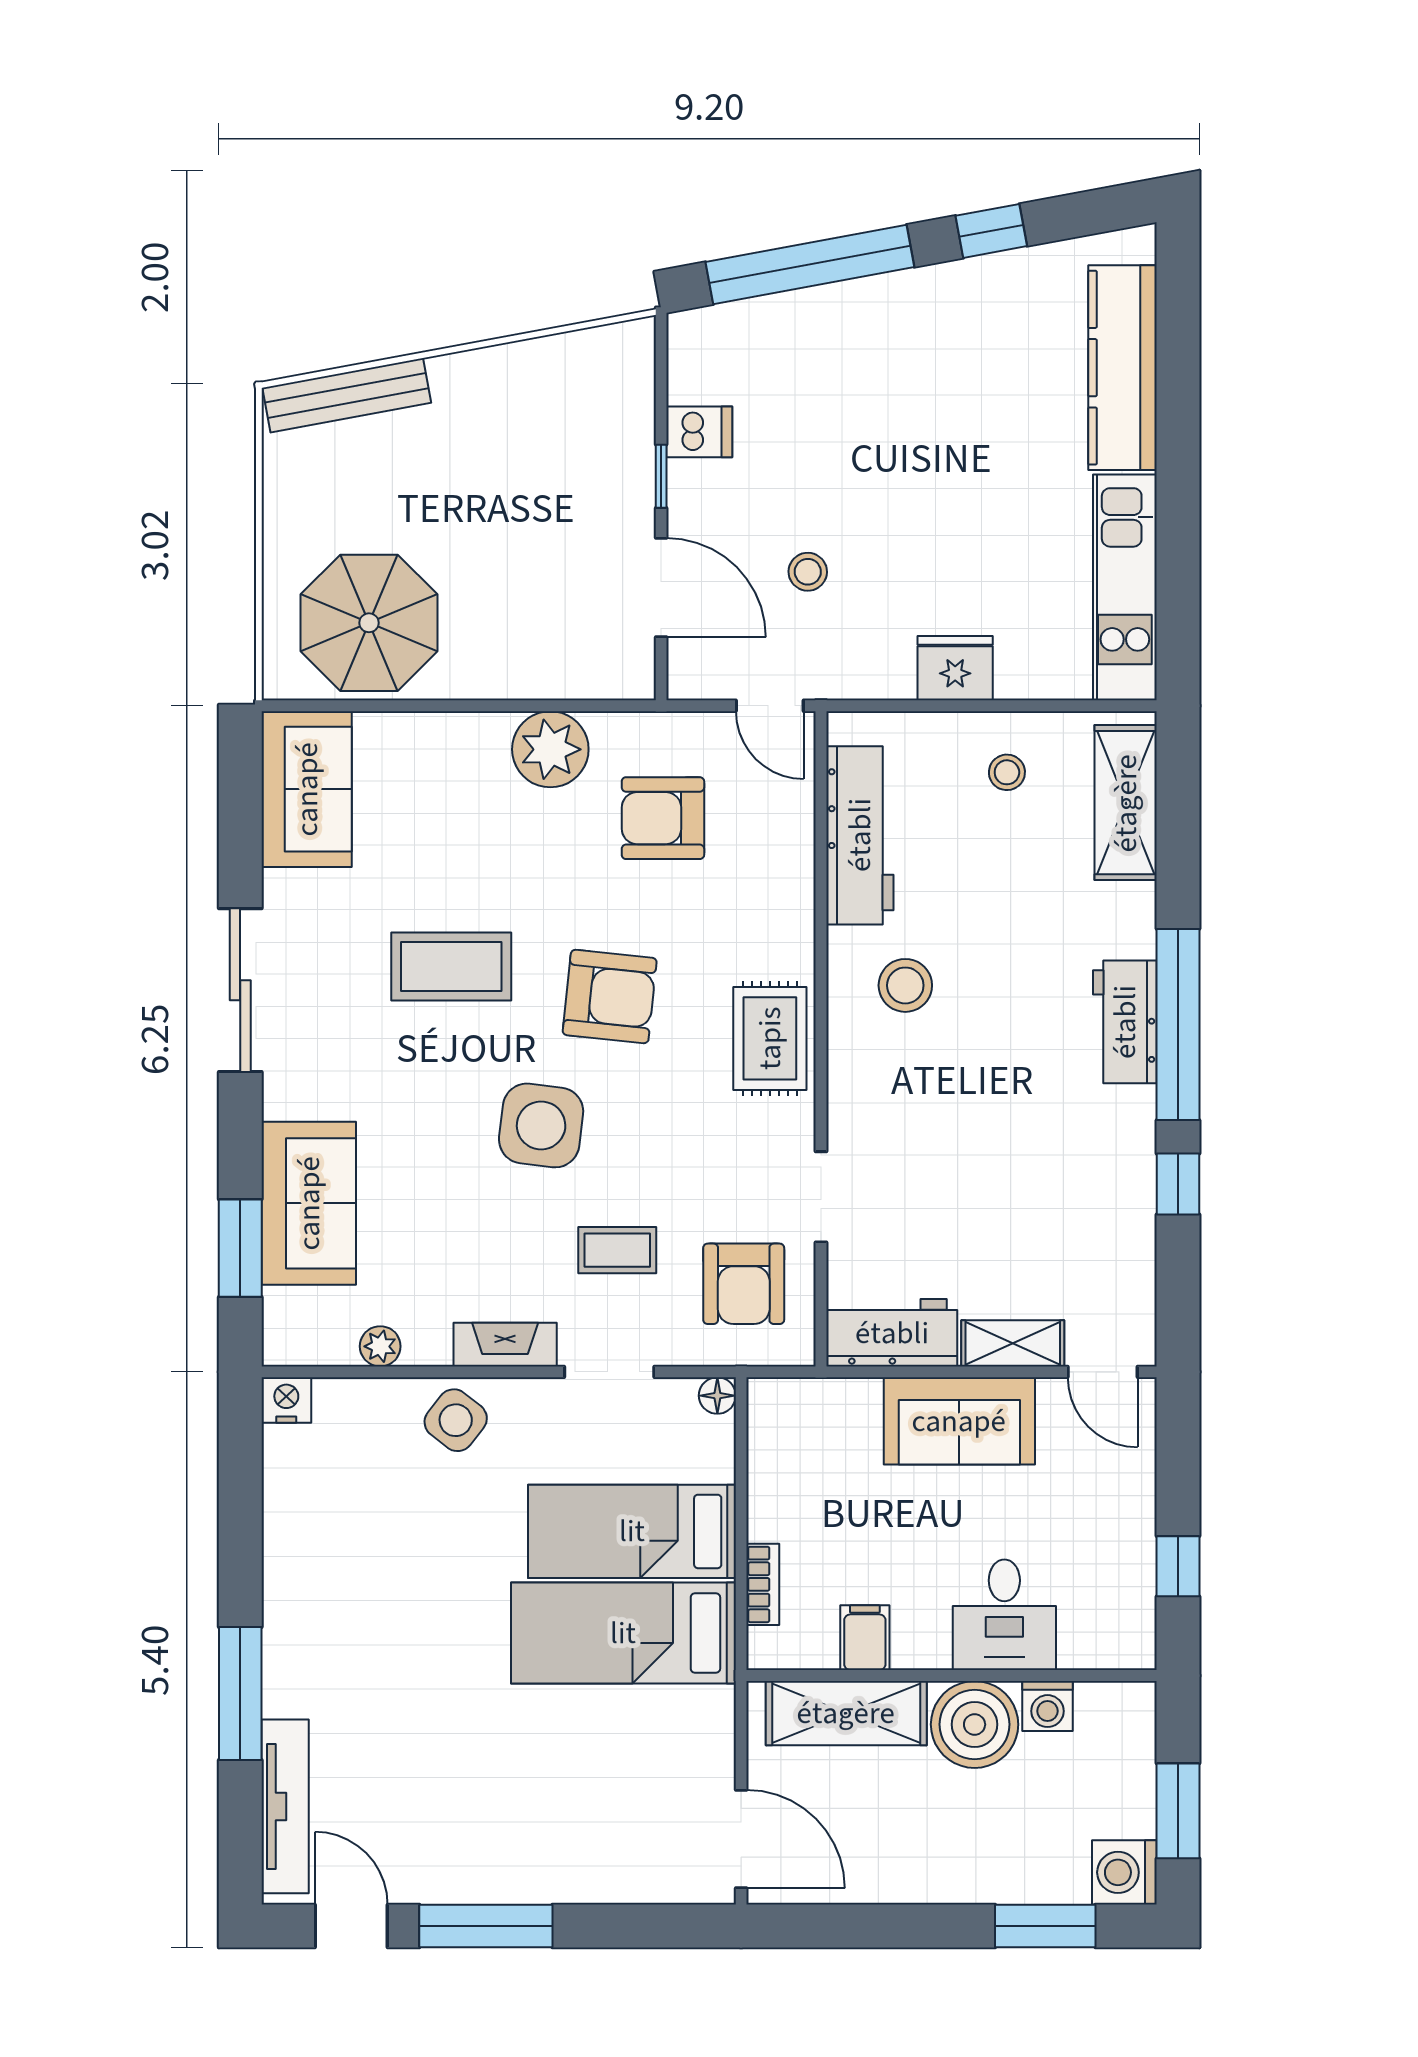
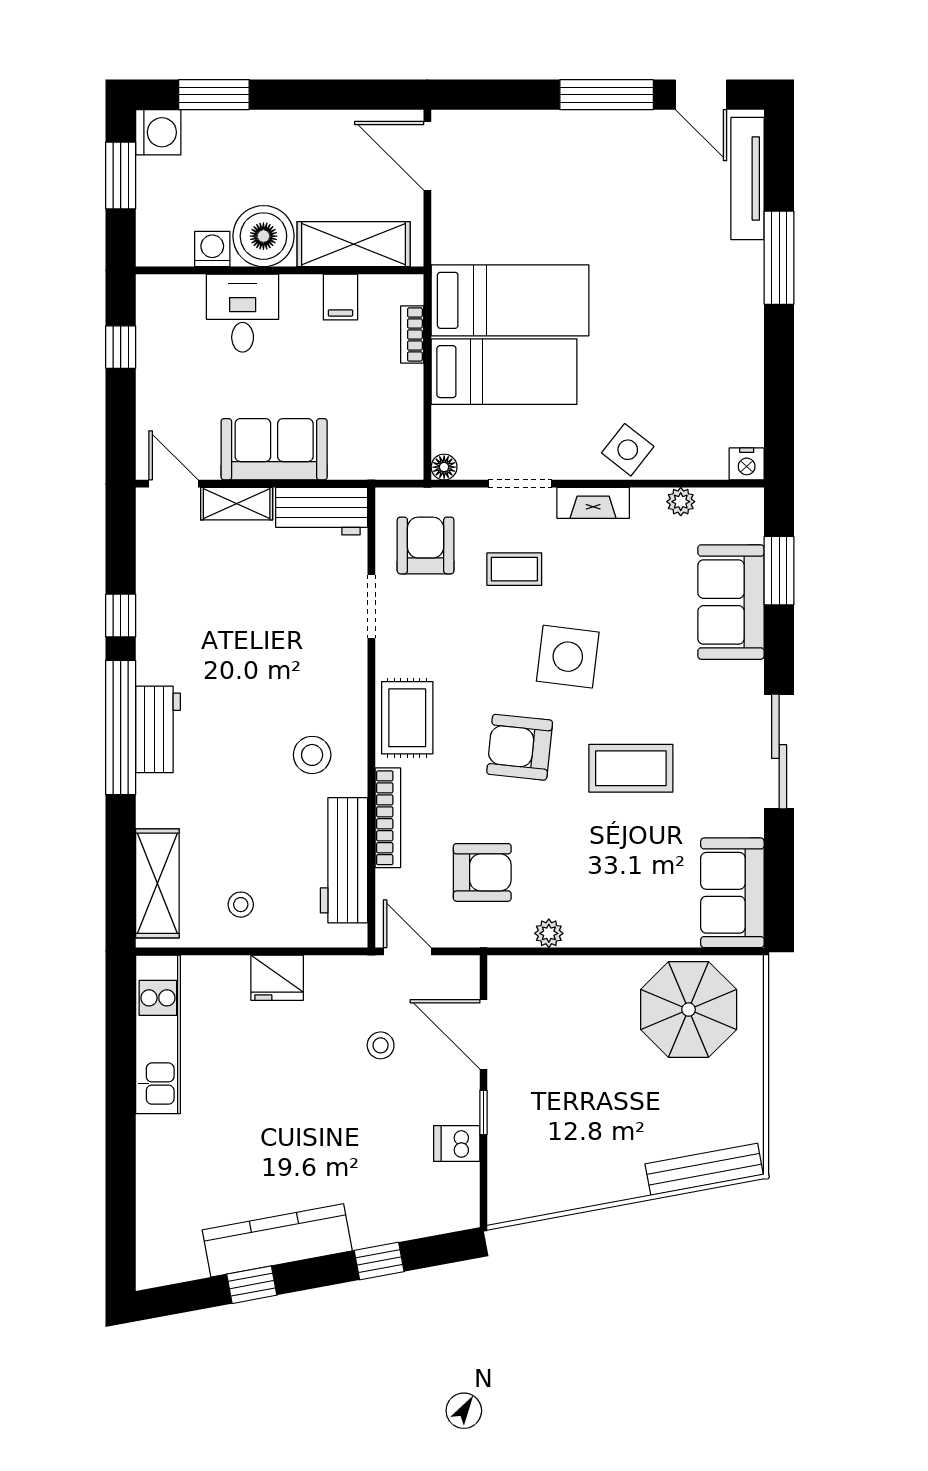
window: (810, 265) -> (379, 1261), width x0.32
kitchen counter: (1123, 368) -> (277, 1240), moved, turned -100
plant: (550, 749) -> (549, 933), width x0.53, depth x0.53
bookcase: (797, 896) -> (388, 818), added

